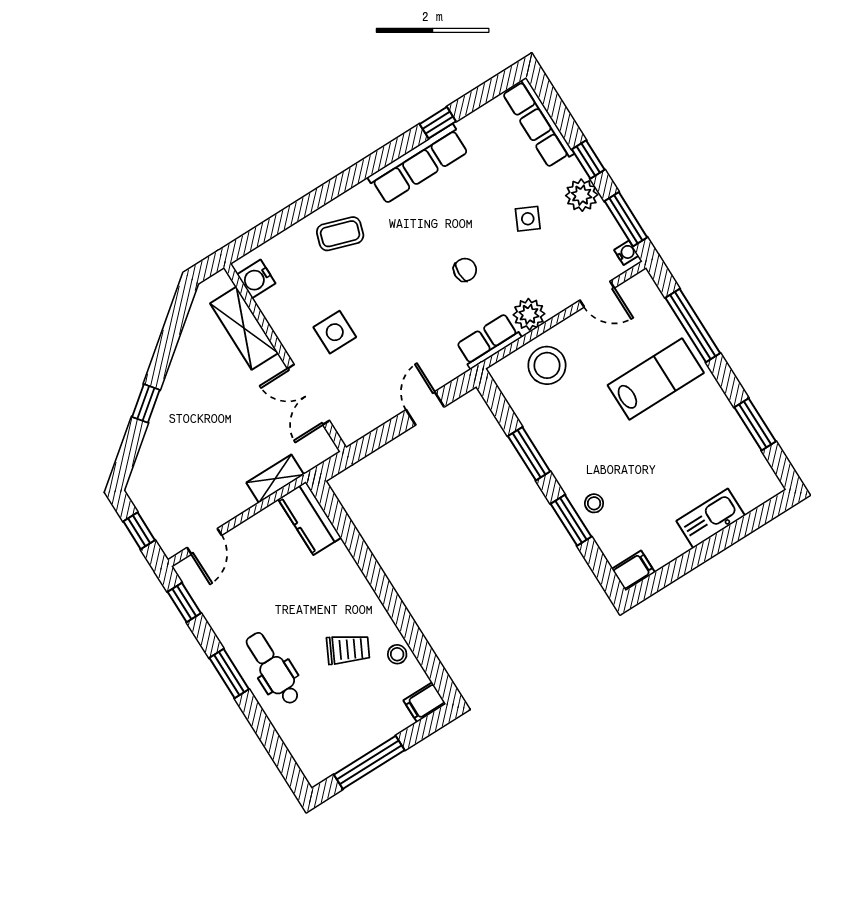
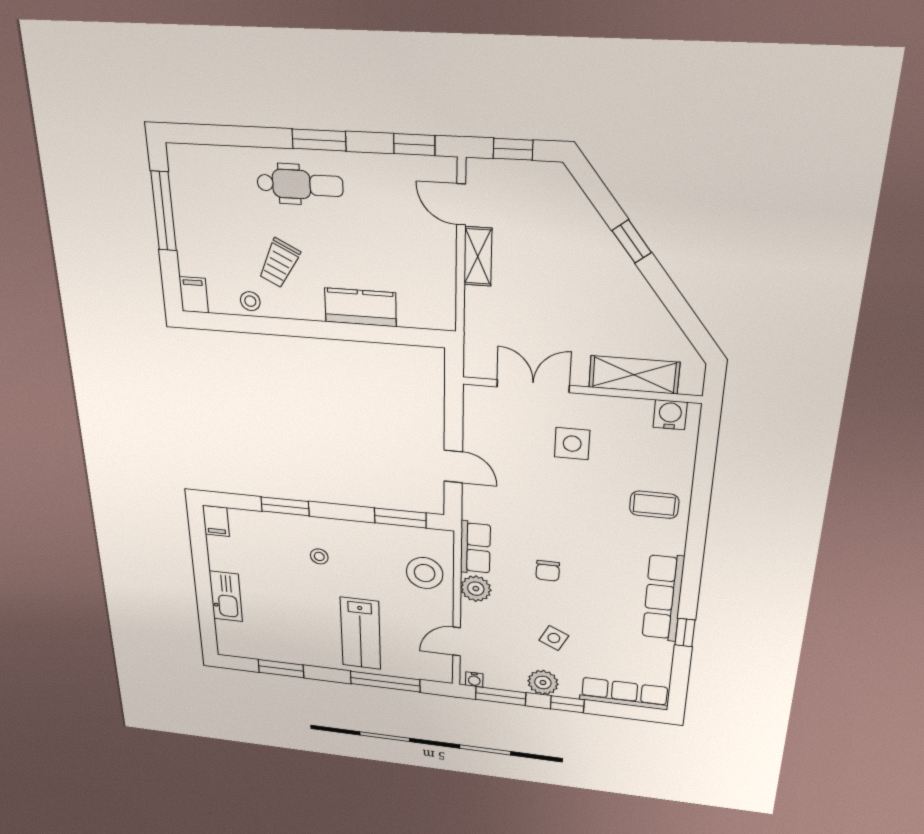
coffee table: (340, 234) -> (654, 505), turned 72
window: (529, 454) -> (400, 518), moved
shelving: (275, 479) -> (478, 256), moved
stool: (594, 503) -> (319, 556), moved
kitchen counter: (310, 518) -> (360, 307), moved

